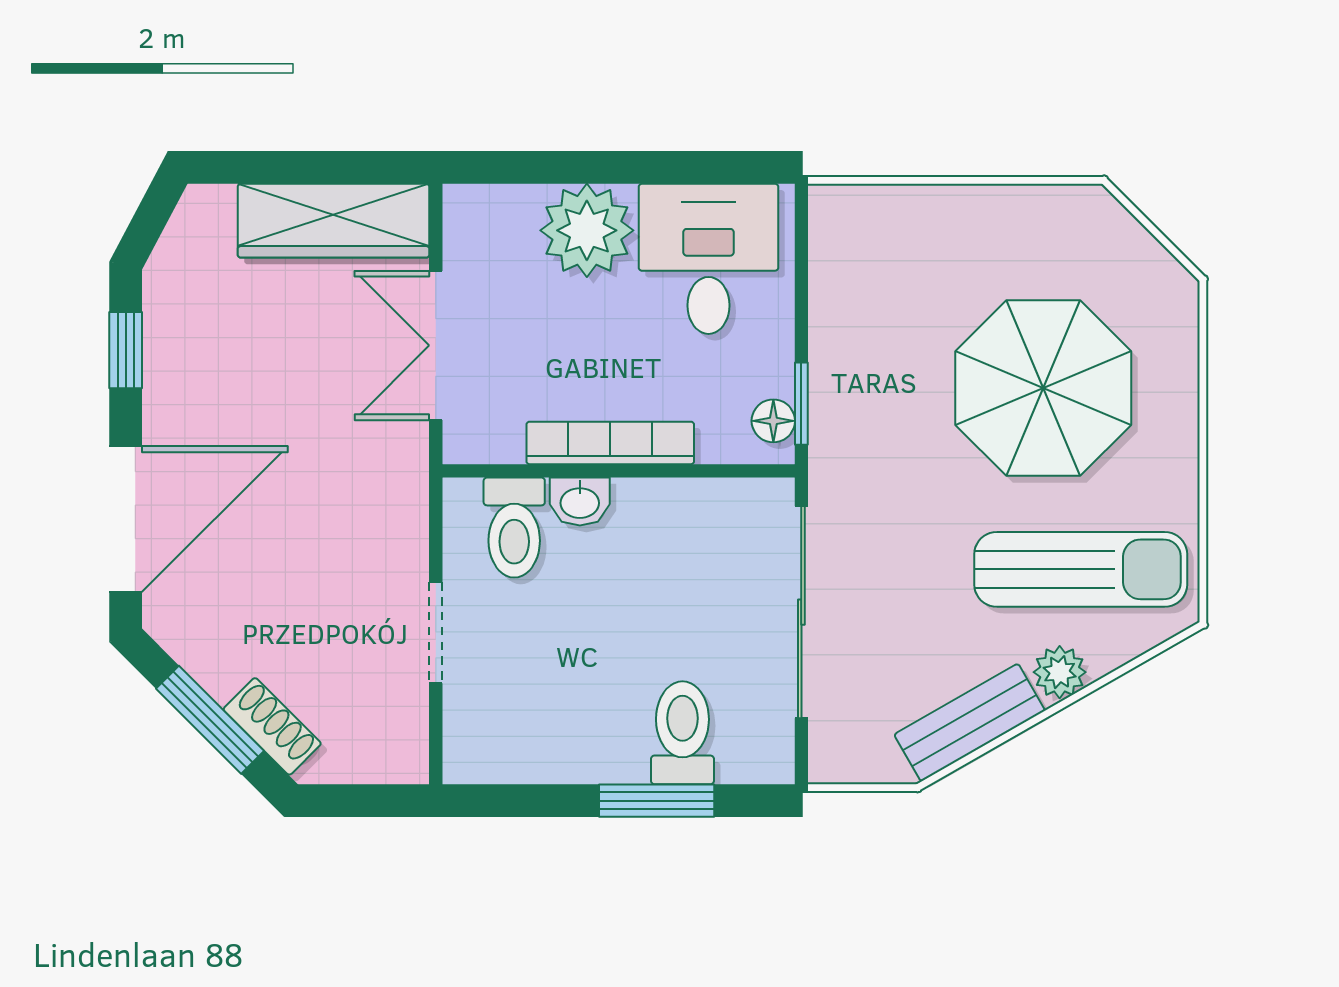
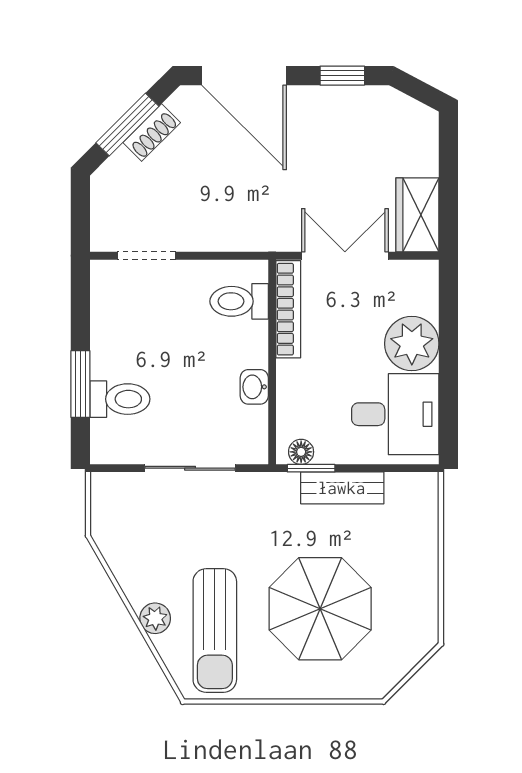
wardrobe: (334, 221) -> (417, 215), width x0.67
bookcase: (610, 443) -> (288, 309), moved
washbasin: (580, 502) -> (254, 387), moved
sliding door: (801, 612) -> (190, 468), width x0.73
doorway: (436, 633) -> (146, 256), moved
bench: (970, 723) -> (342, 488), moved, turned -60
shoe rack: (272, 726) -> (152, 133), moved

